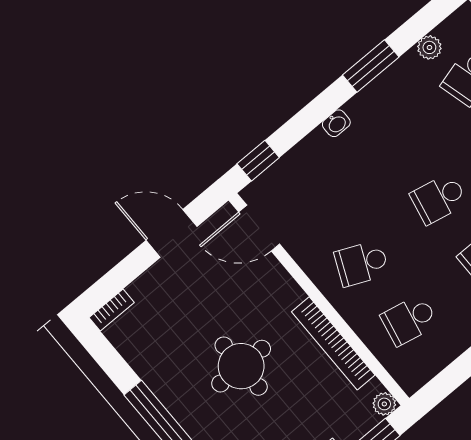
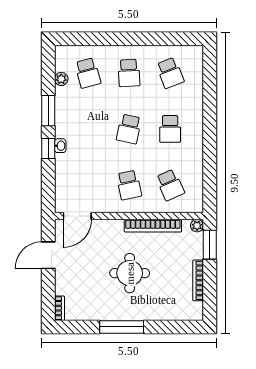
window: (258, 161) -> (48, 149), moved
school desk: (362, 263) -> (129, 185), turned -36
school desk: (409, 320) -> (170, 185), turned -36

